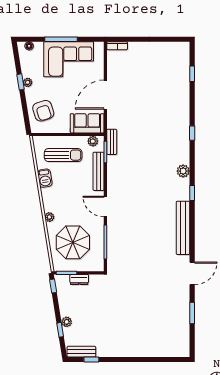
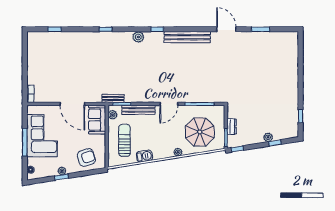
bench: (81, 352) -> (294, 125), removed

